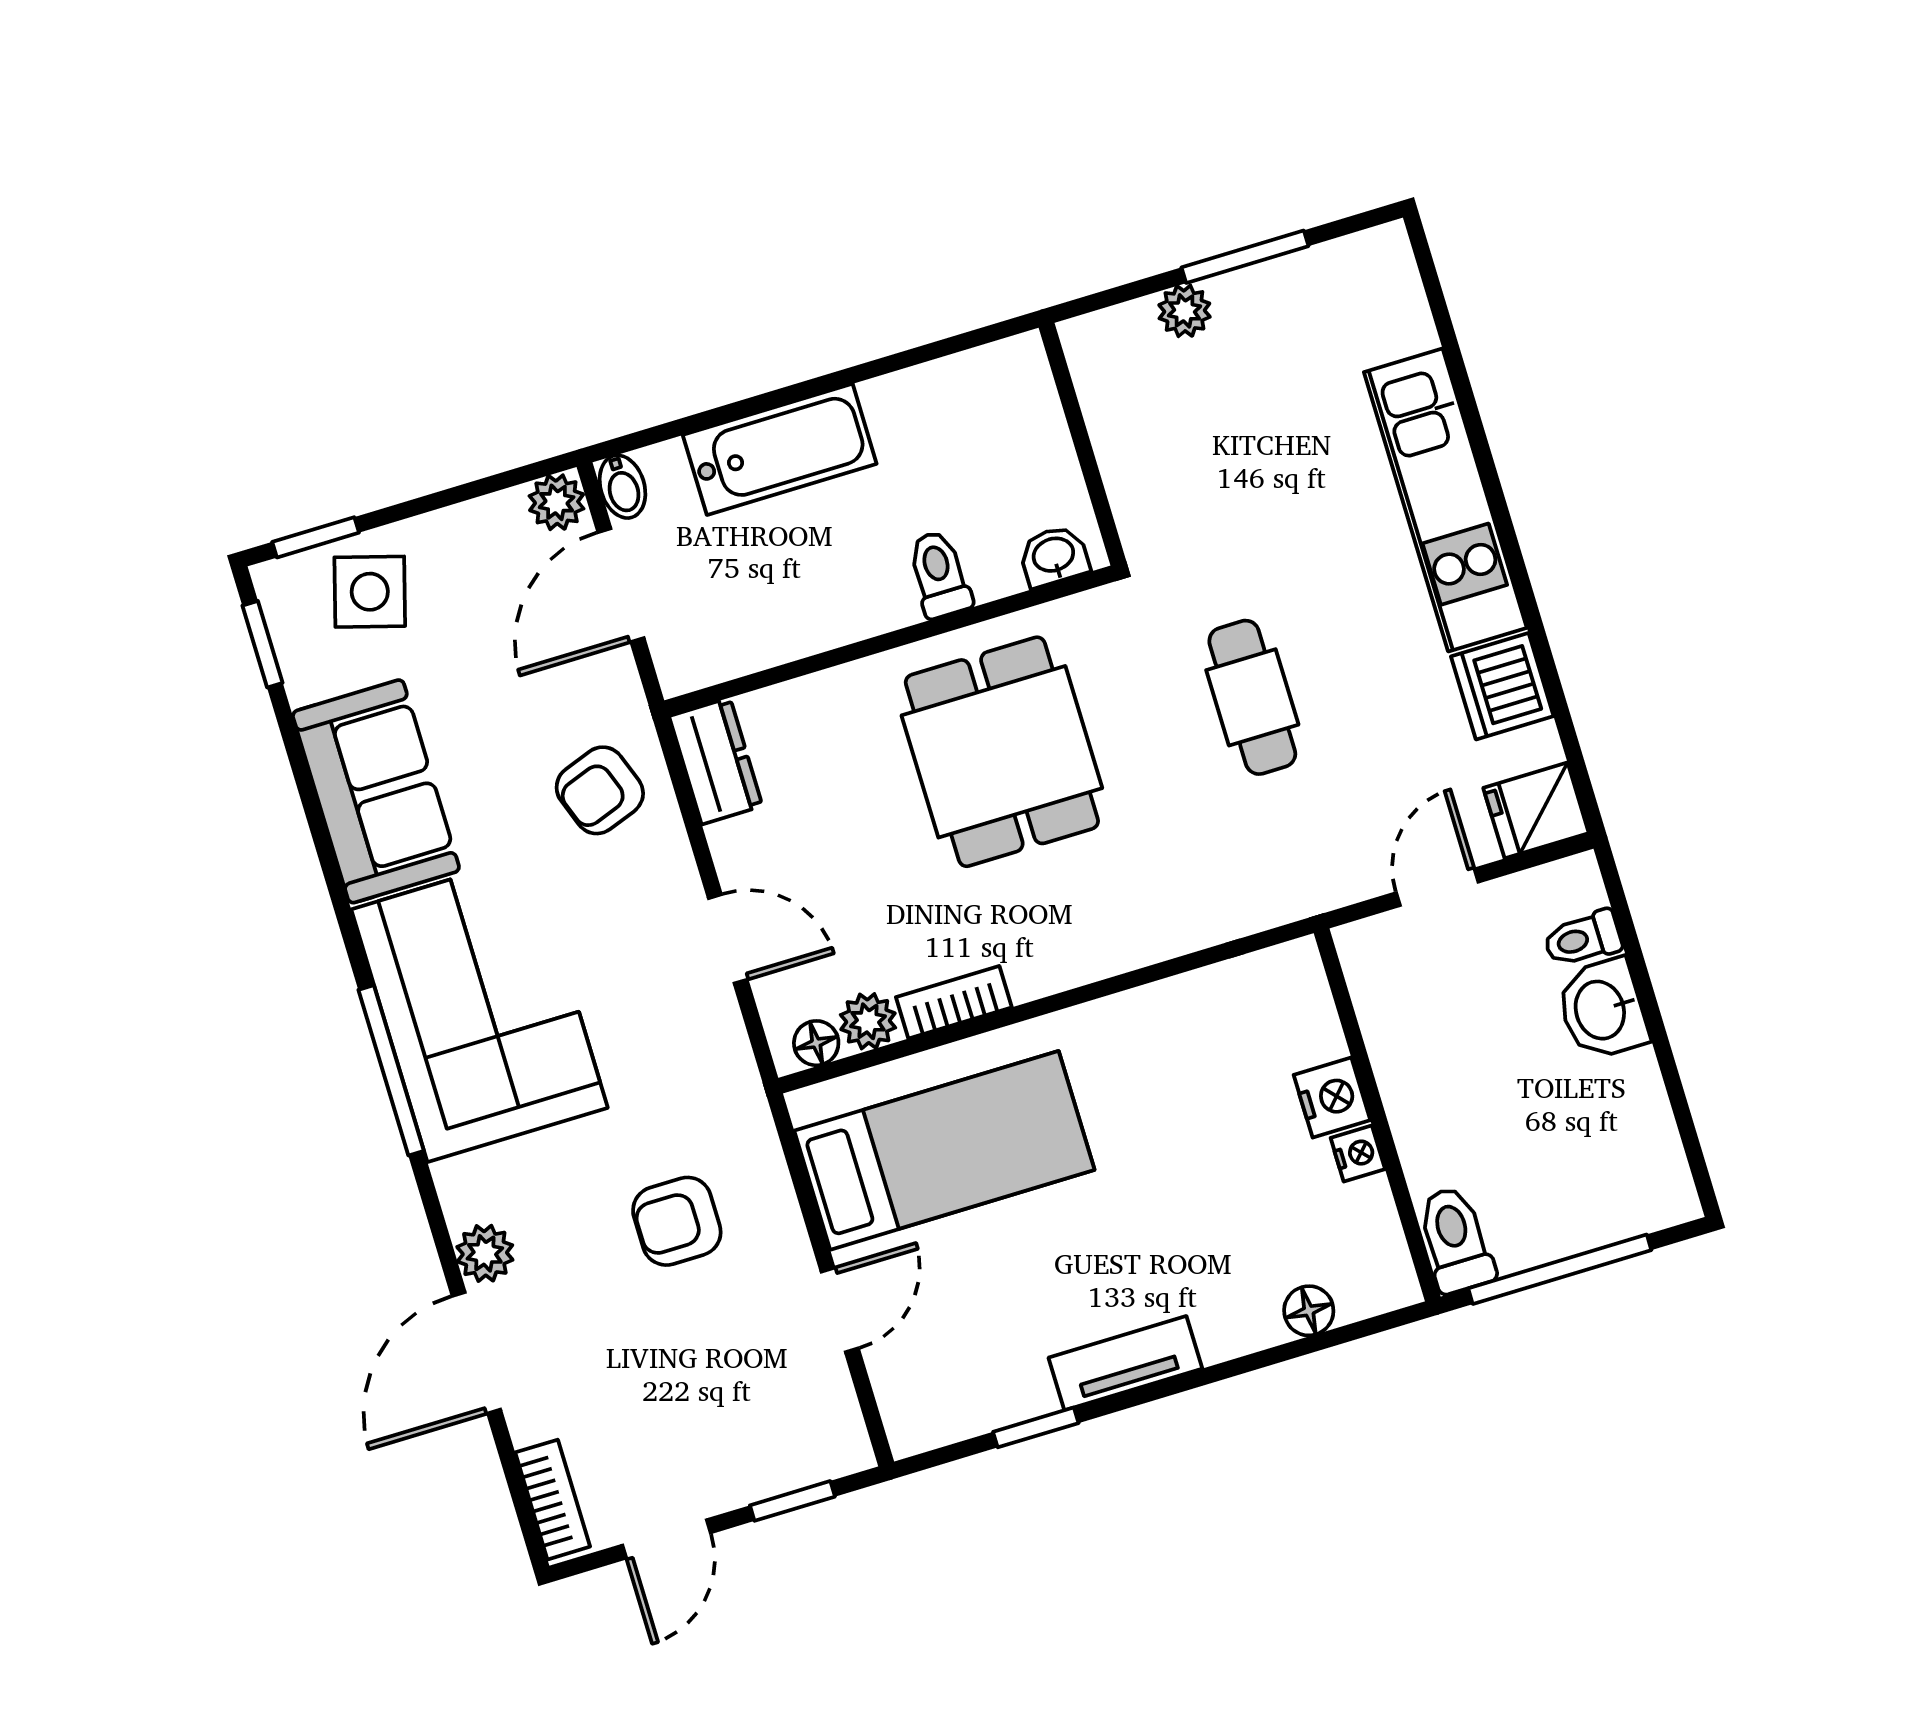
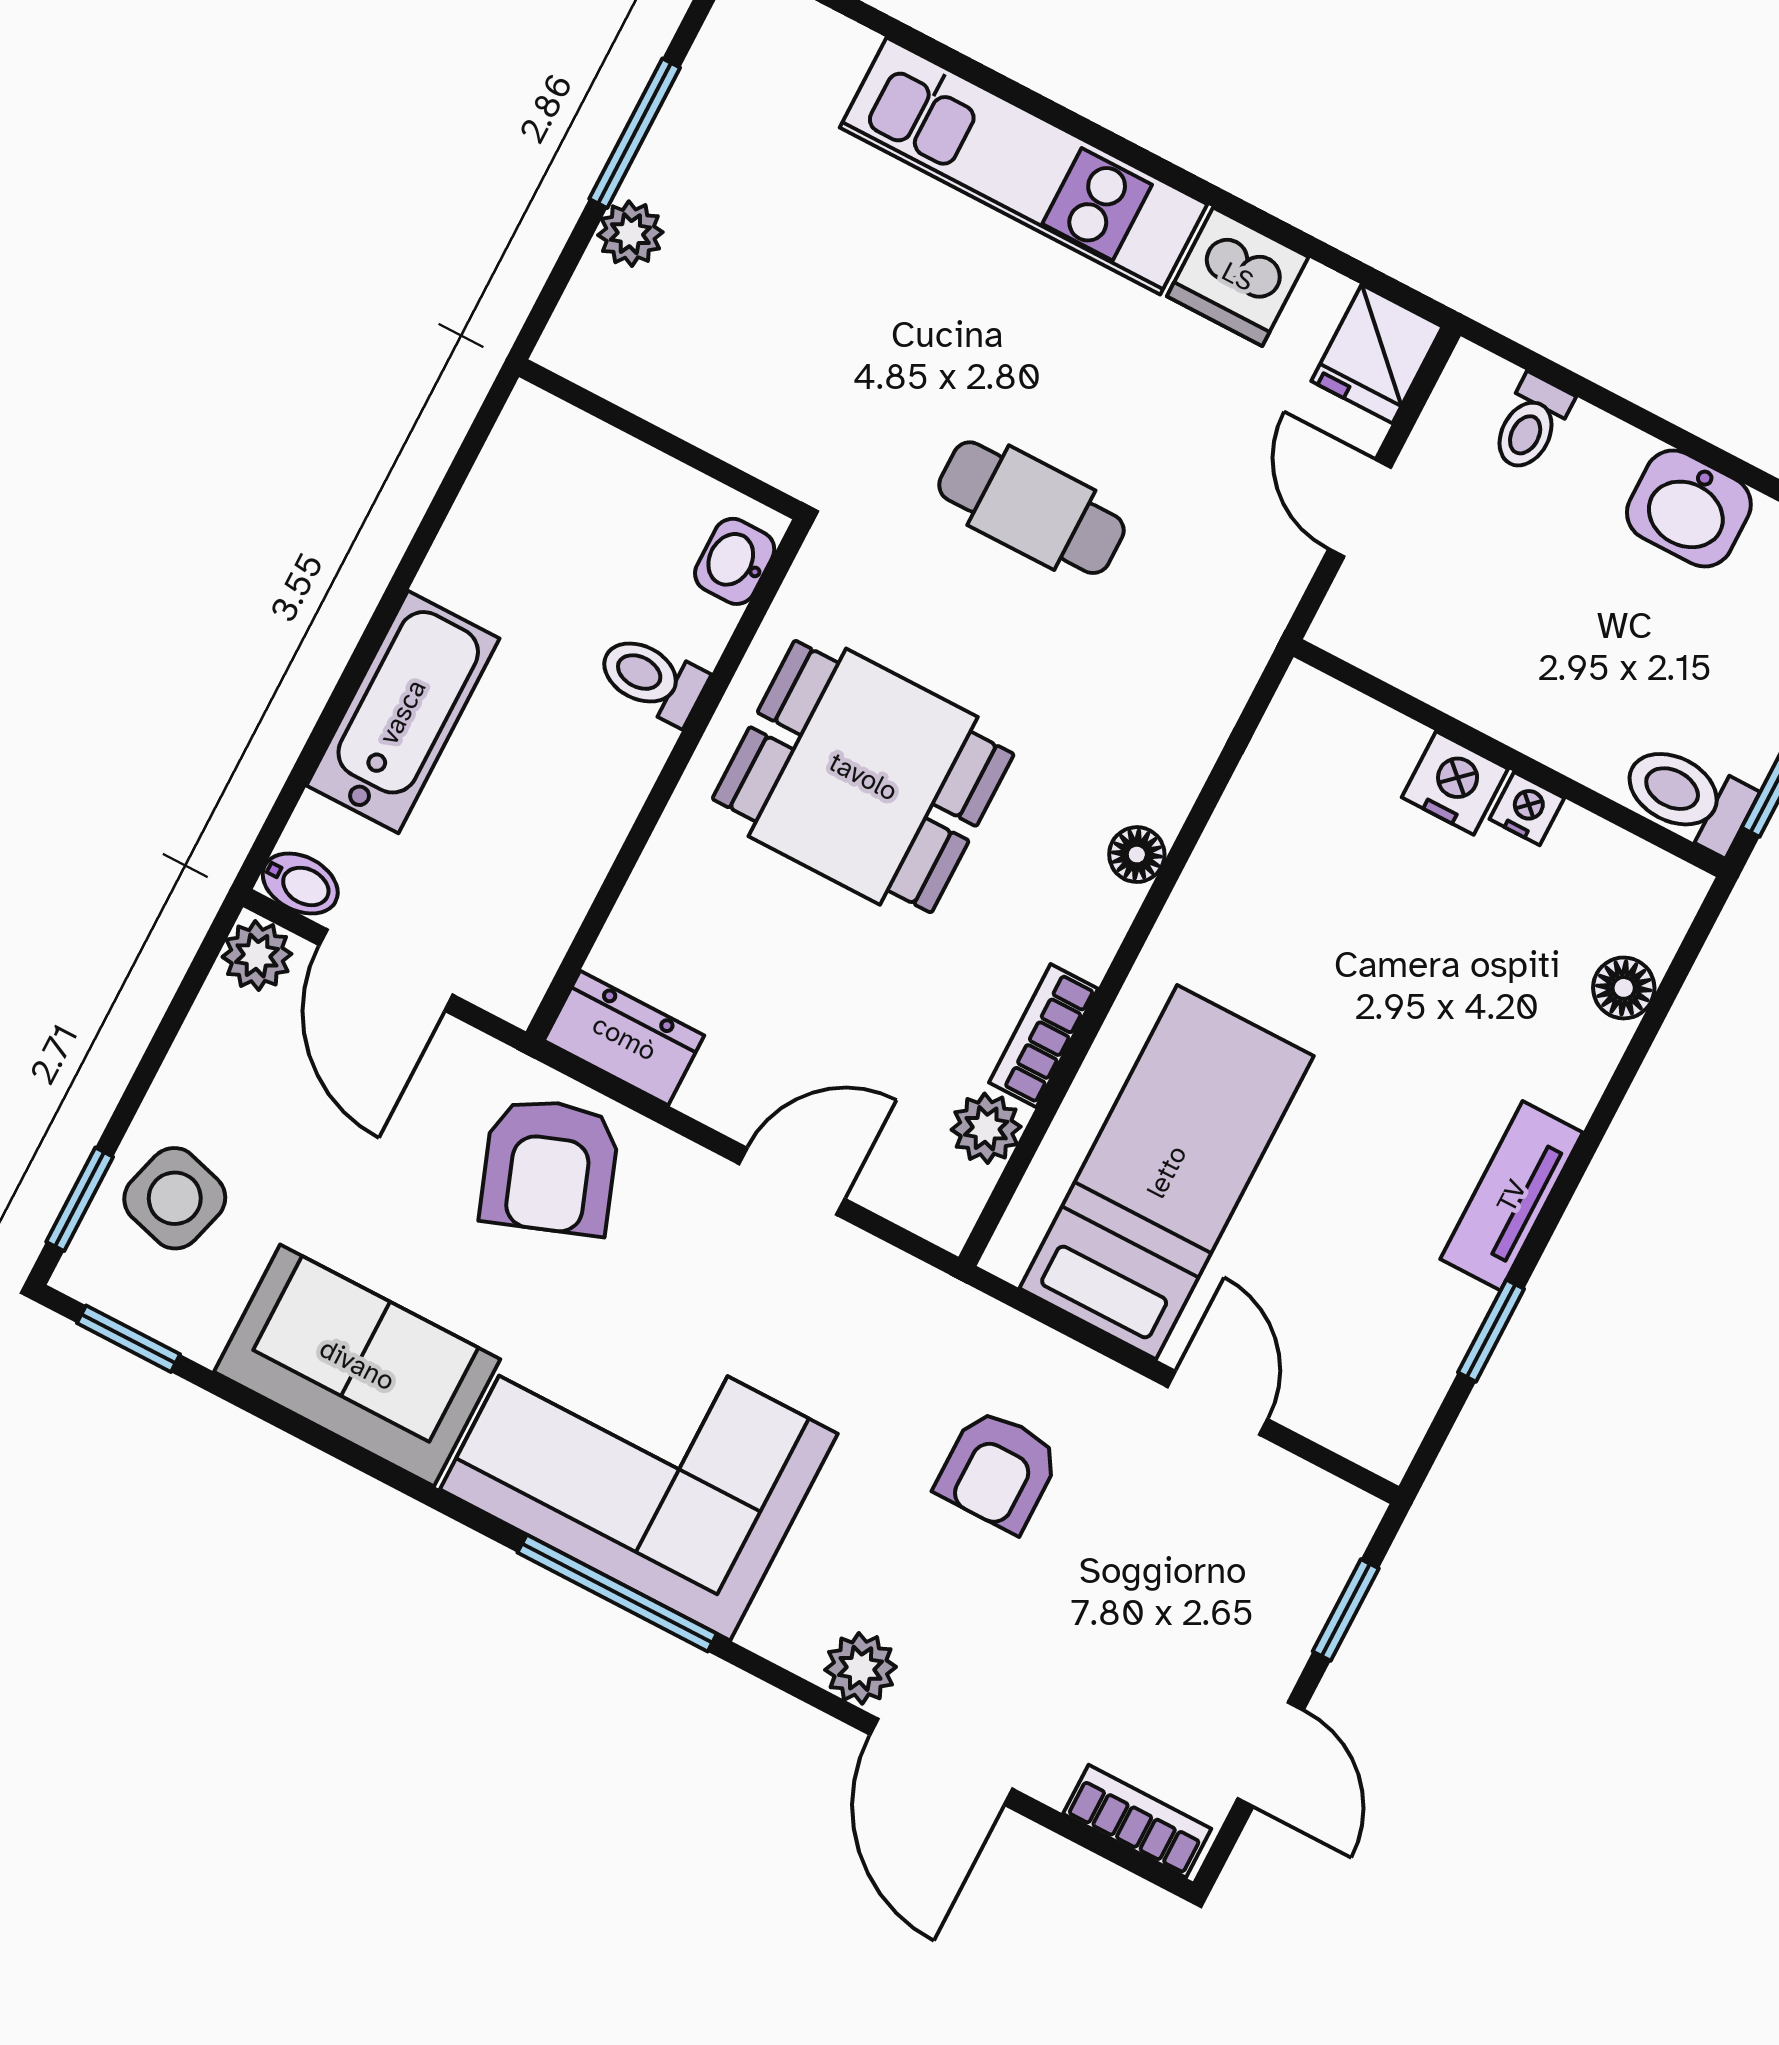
armchair: (600, 790) -> (550, 1166), width x1.38, depth x1.38
washbasin: (1602, 1009) -> (1689, 508), moved
floor lamp: (816, 1043) -> (1137, 855), moved

